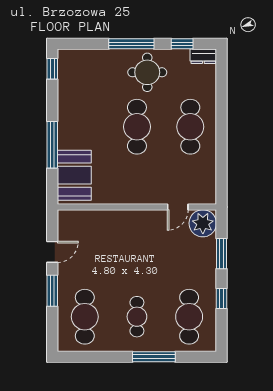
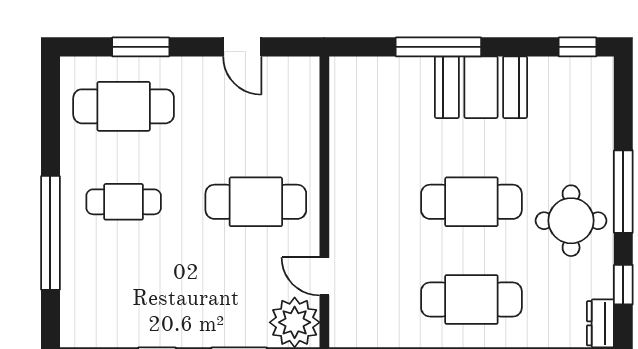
booth: (74, 175) -> (481, 87), moved
window: (52, 291) -> (141, 47), moved
cafe table: (189, 317) -> (256, 202), moved
window: (154, 357) -> (50, 233), width x1.46

